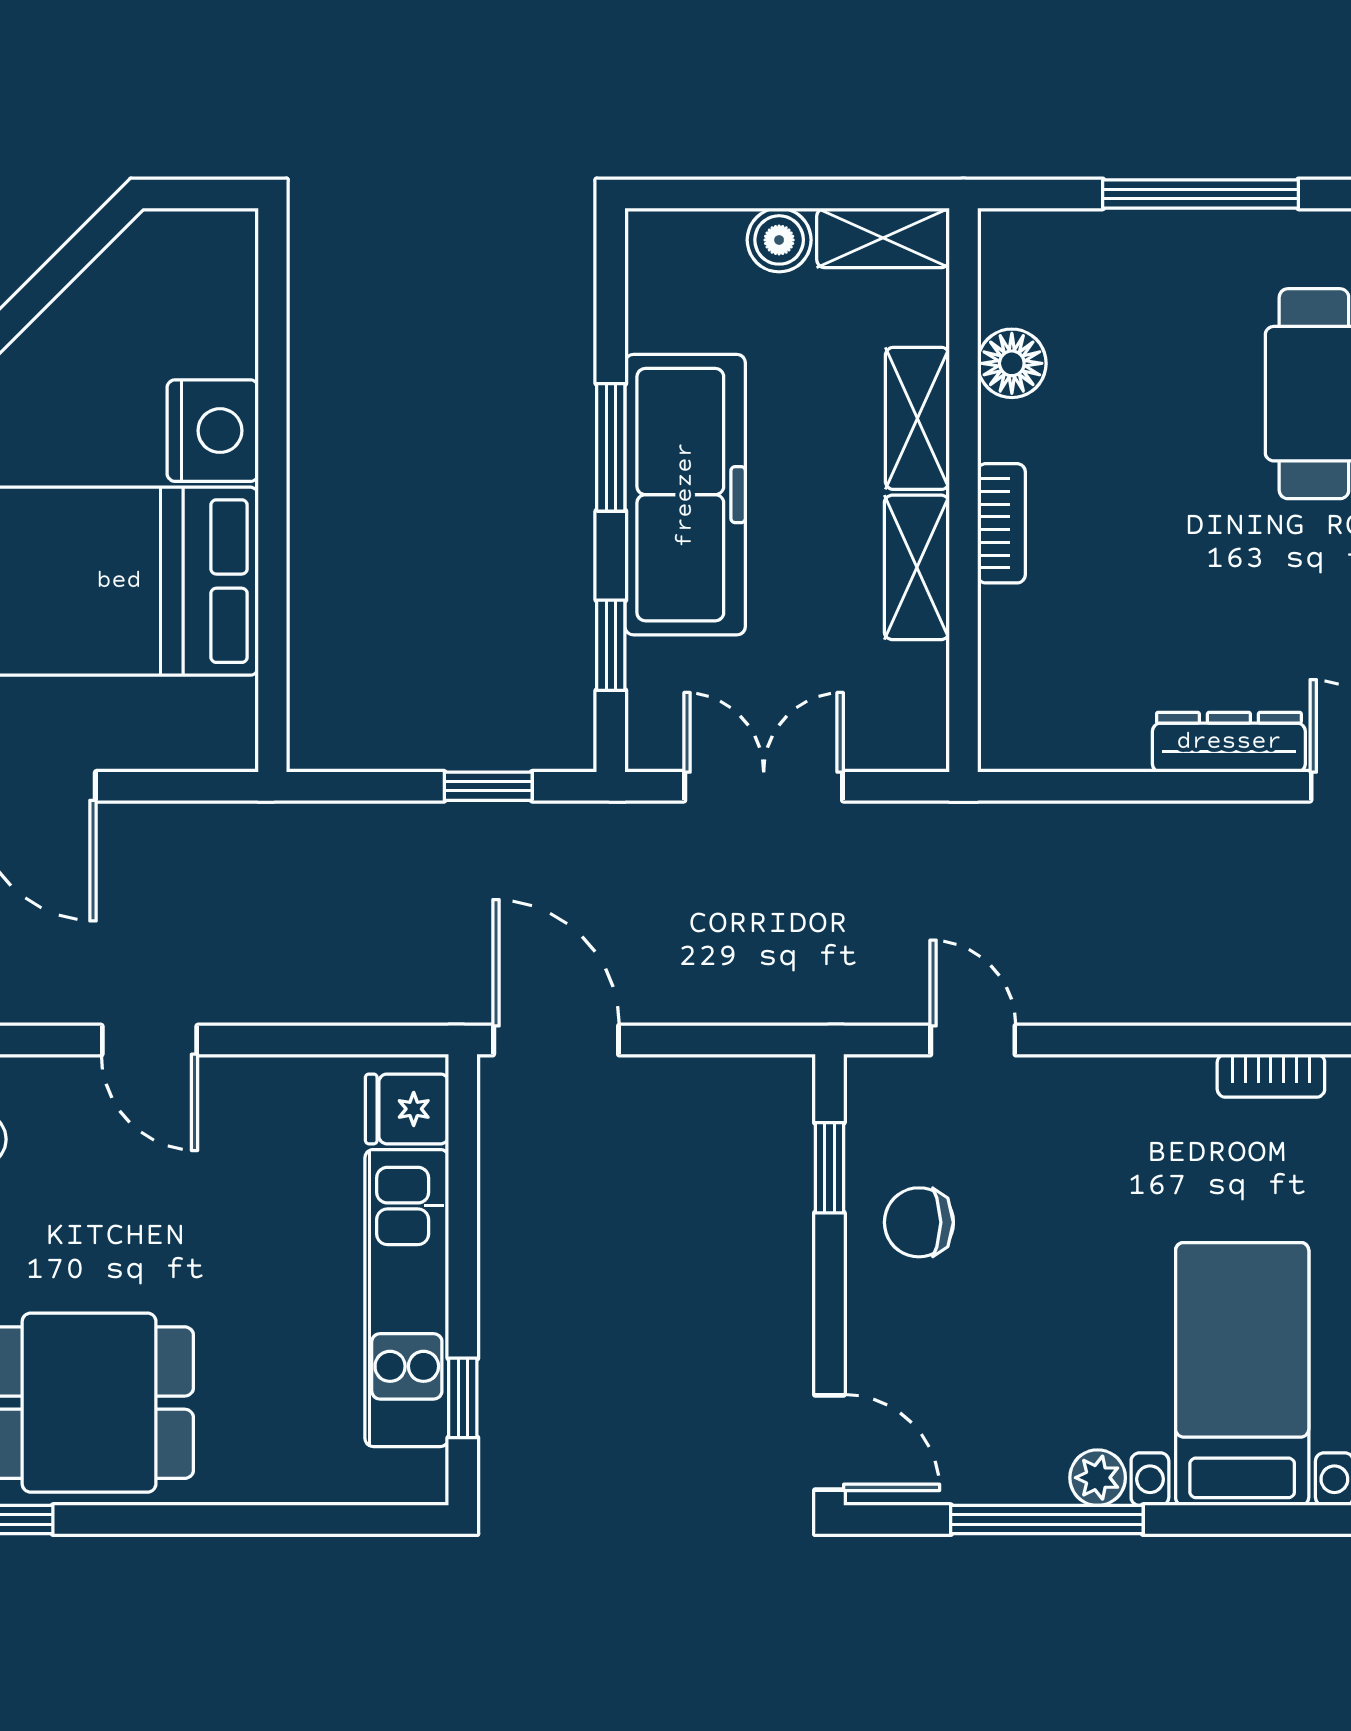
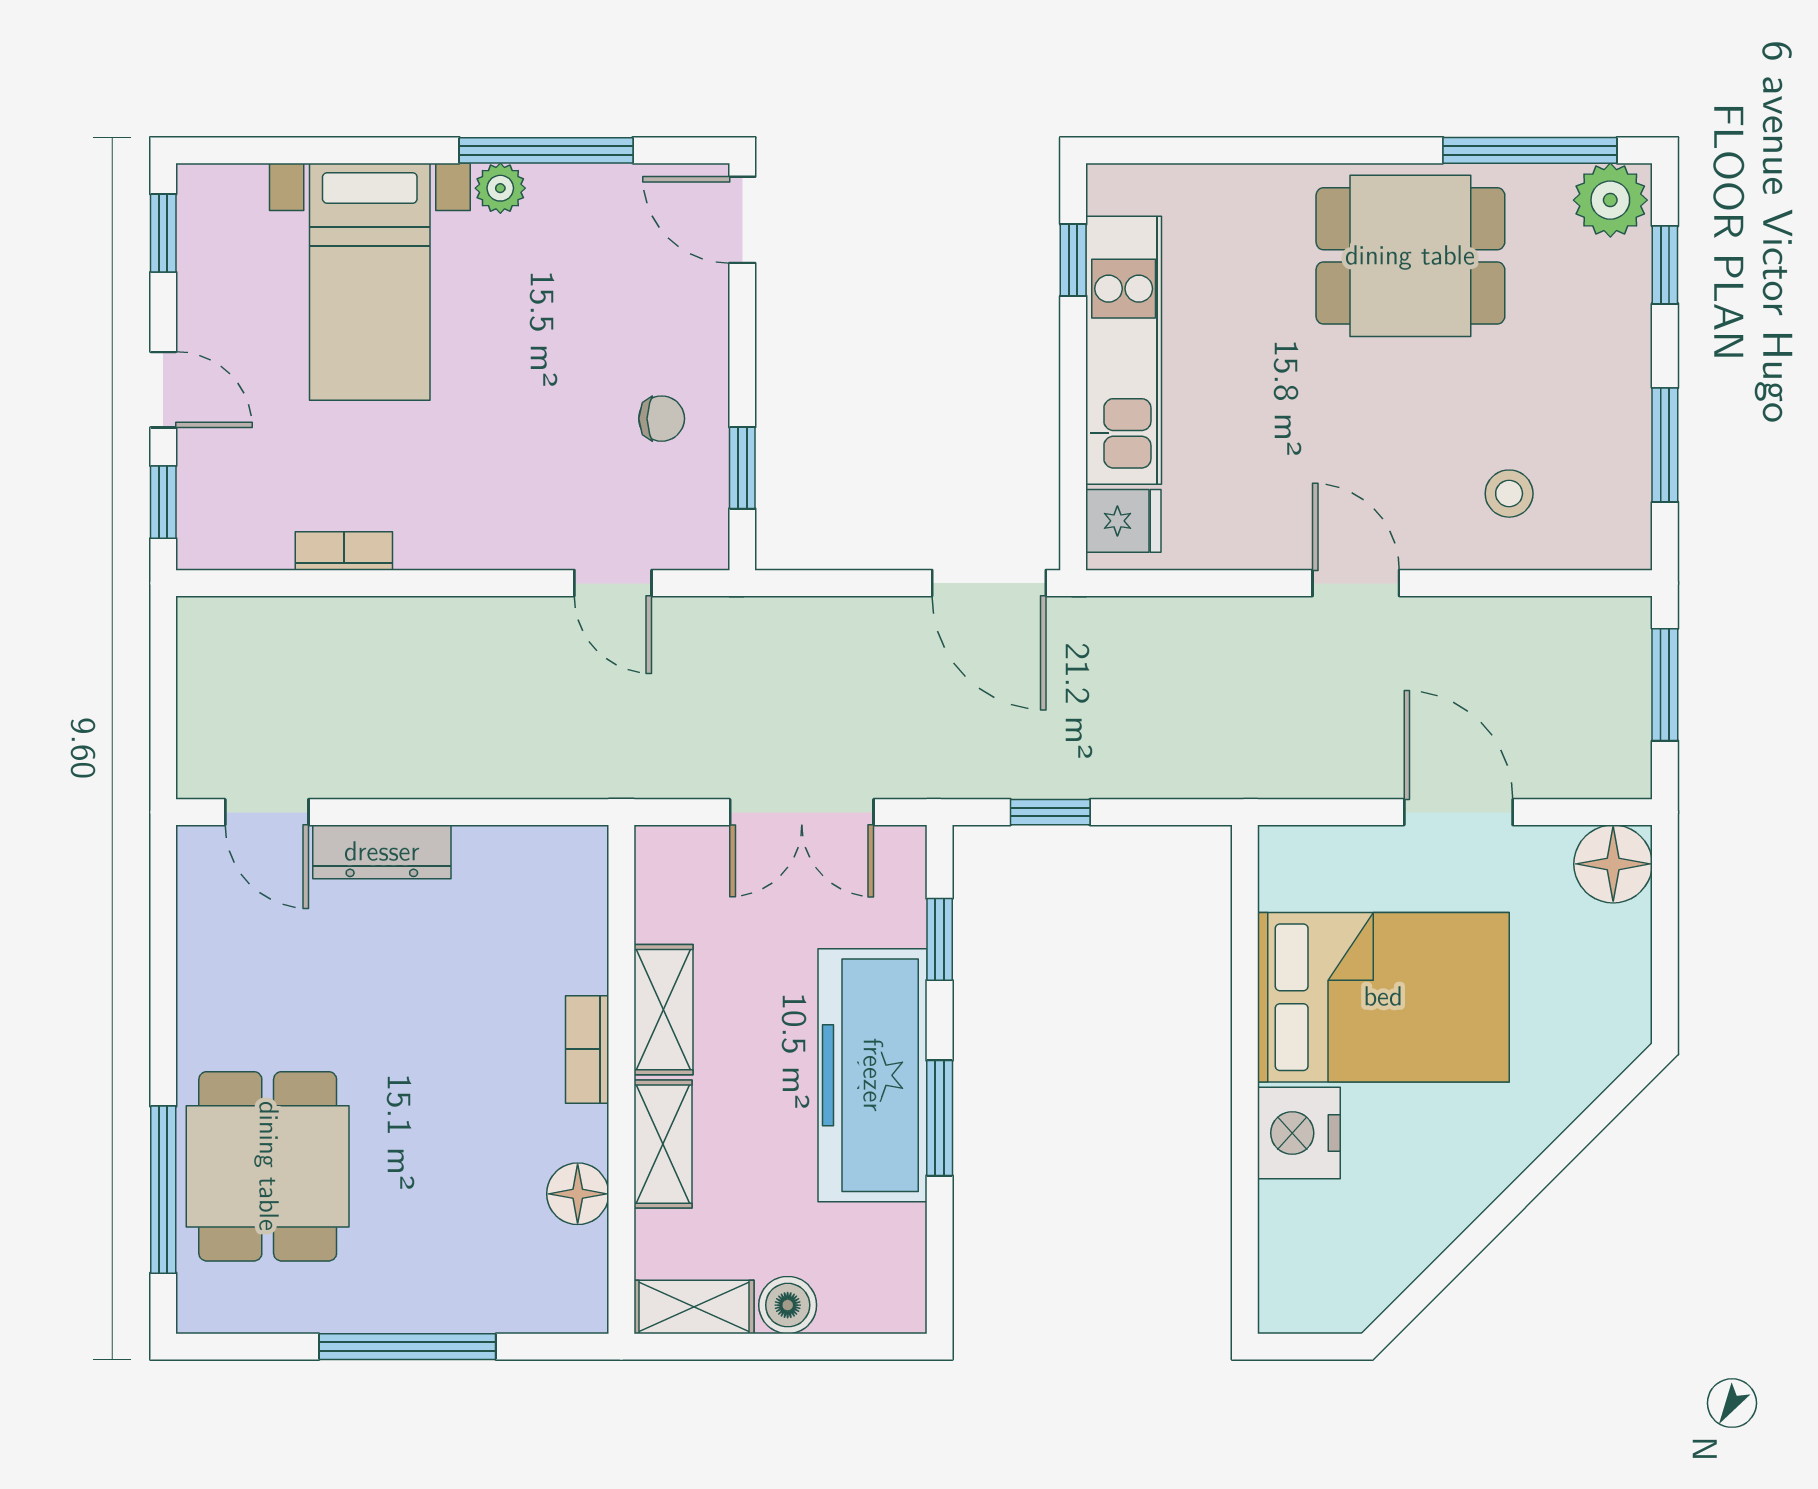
chair: (919, 1222) -> (662, 419), width x0.73, depth x0.73

